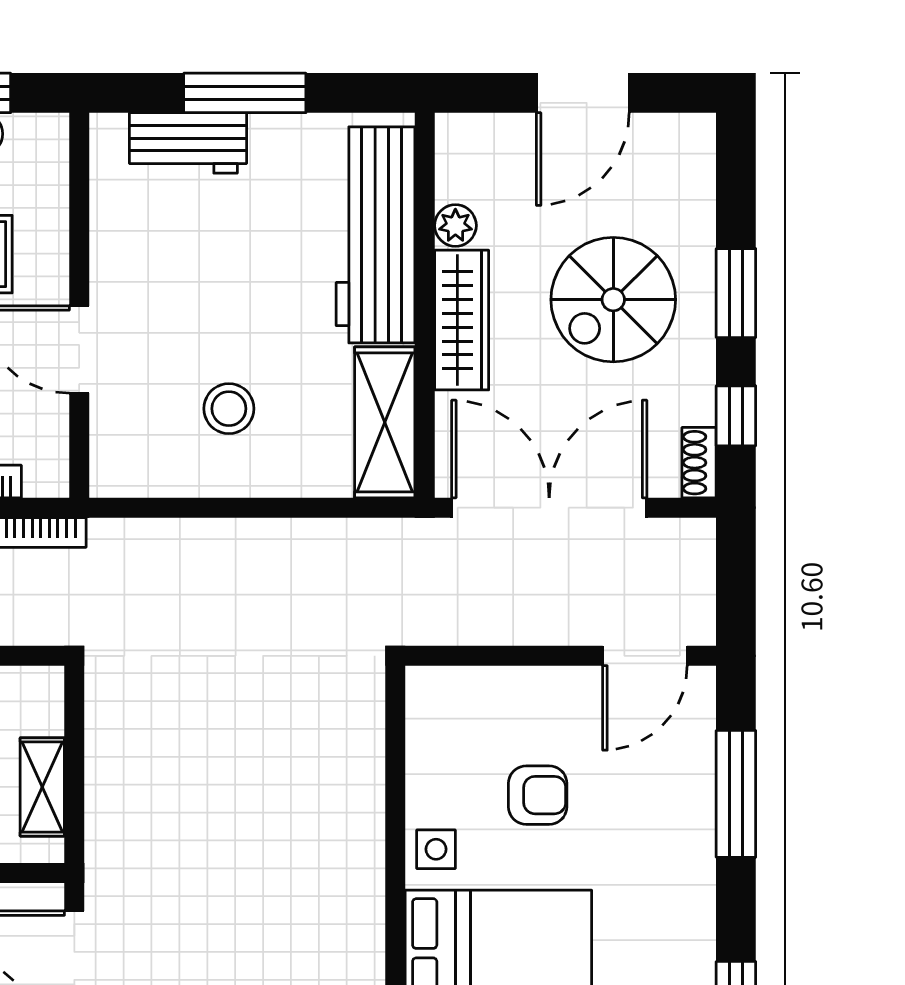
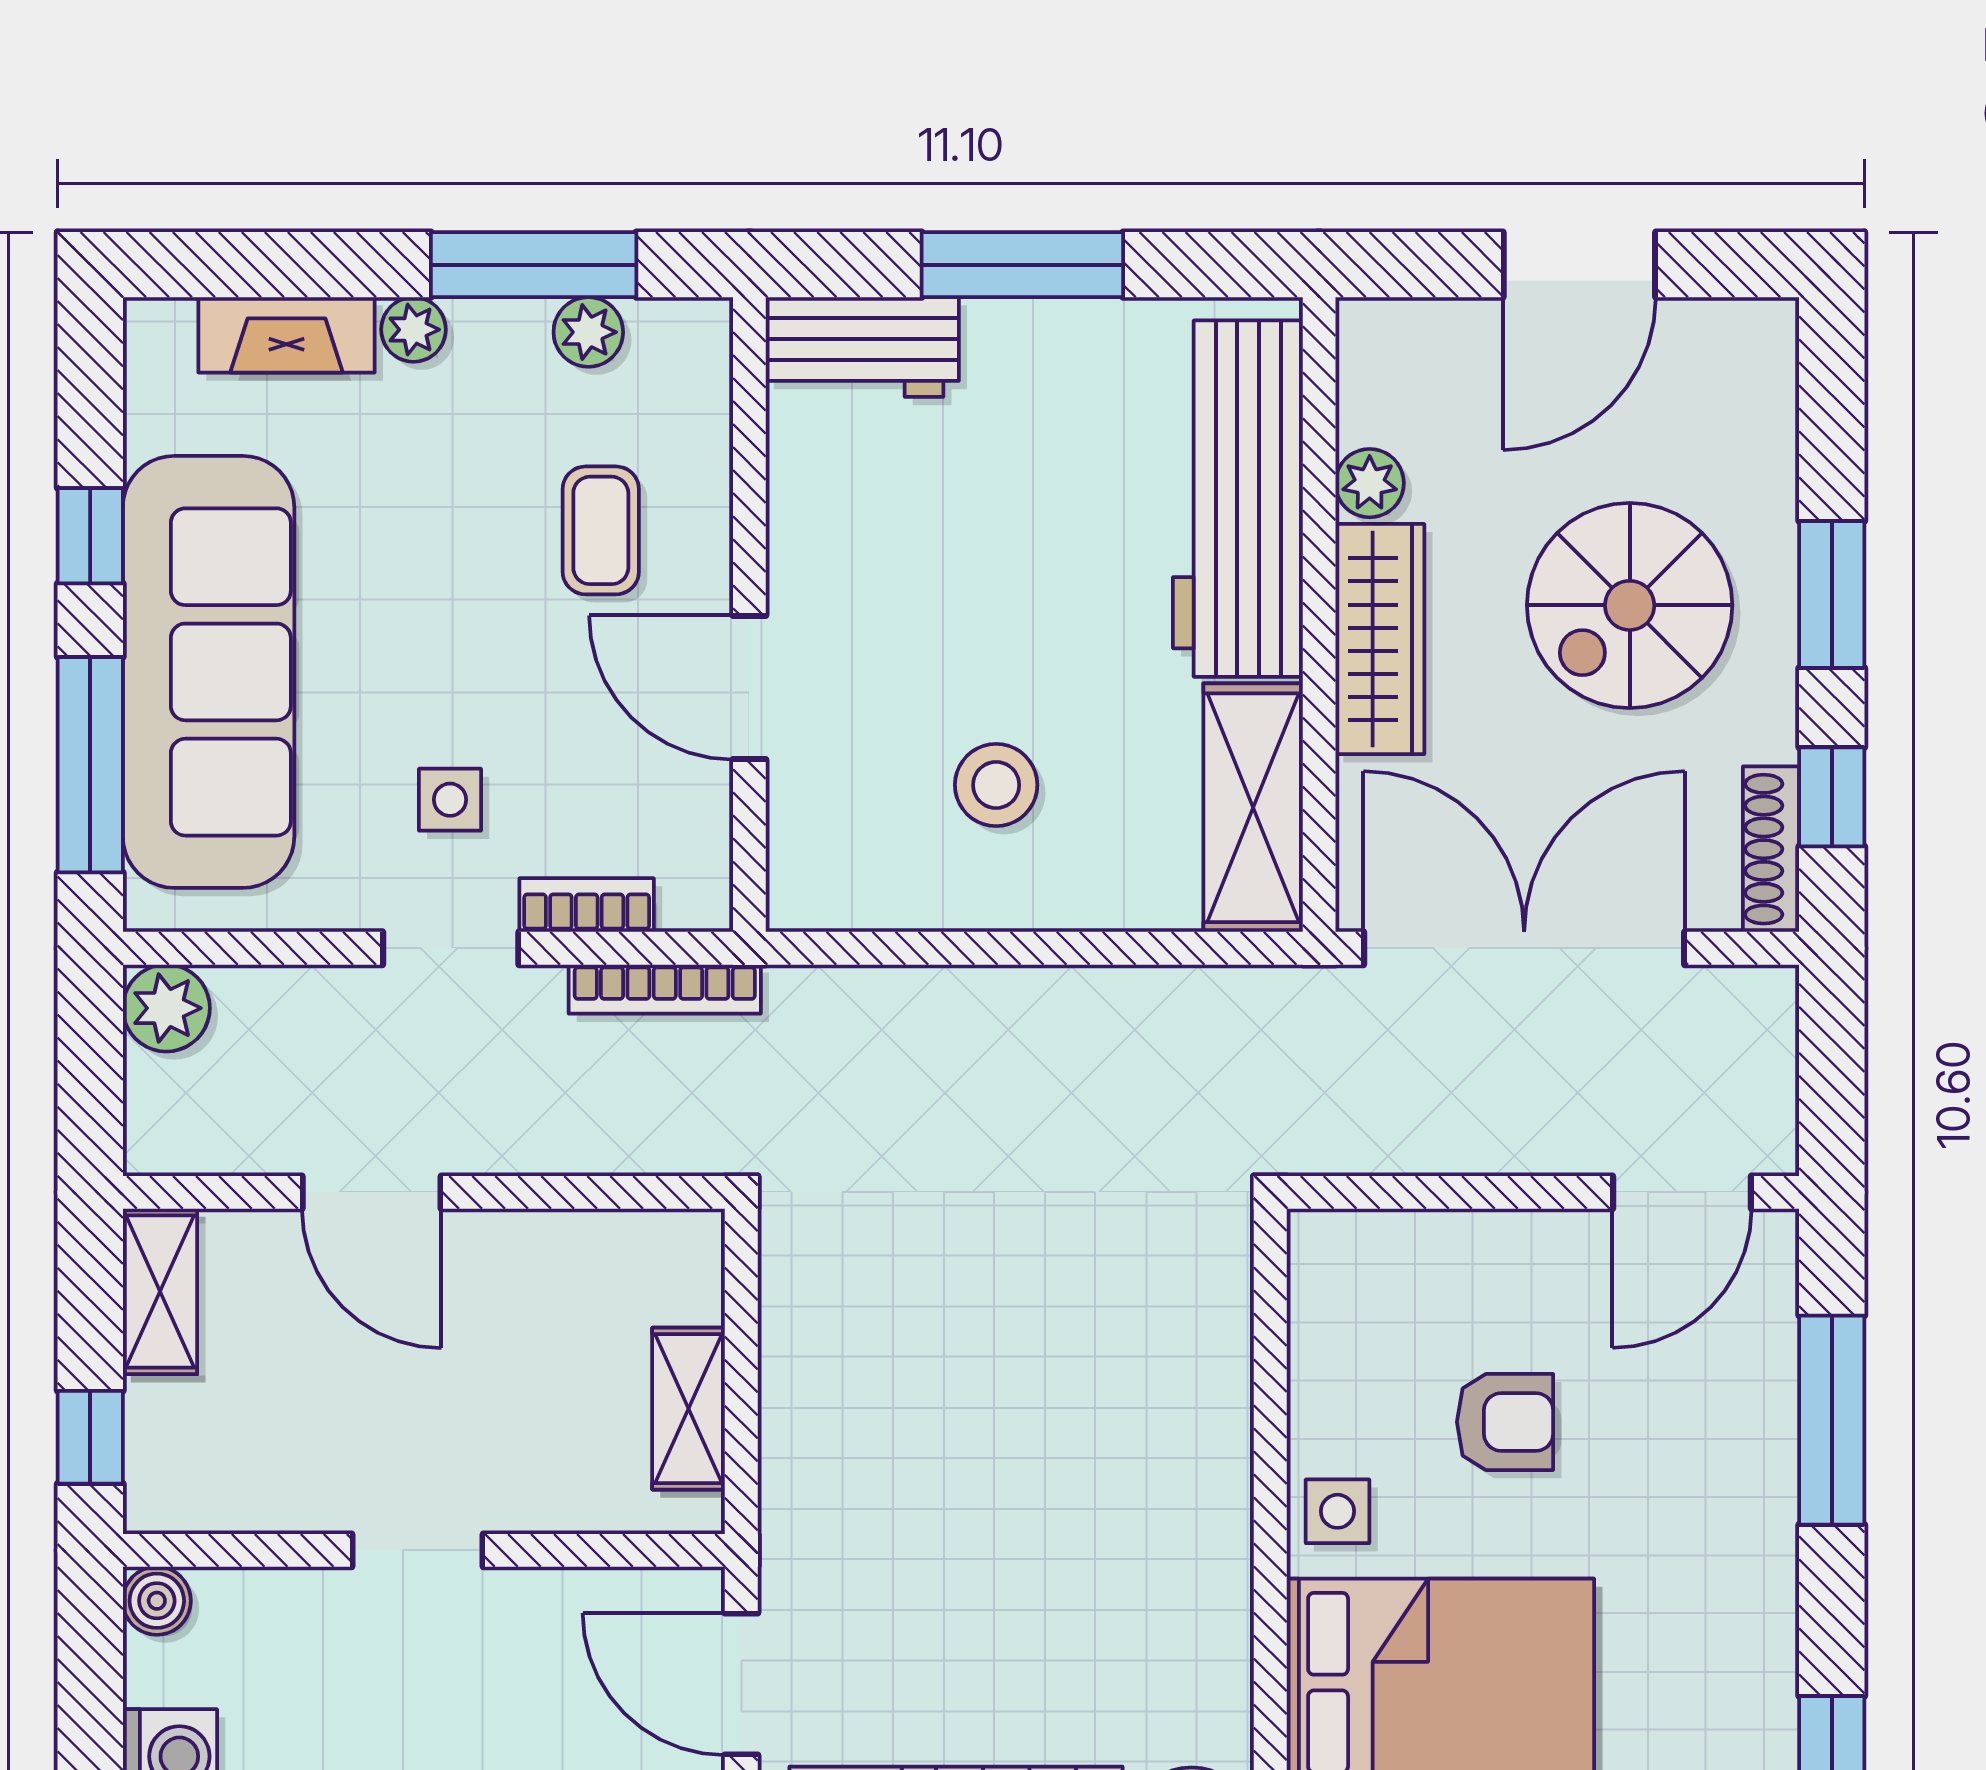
workbench: (188, 143) -> (862, 347), moved
shoe rack: (699, 463) -> (1771, 849), width x1.43

